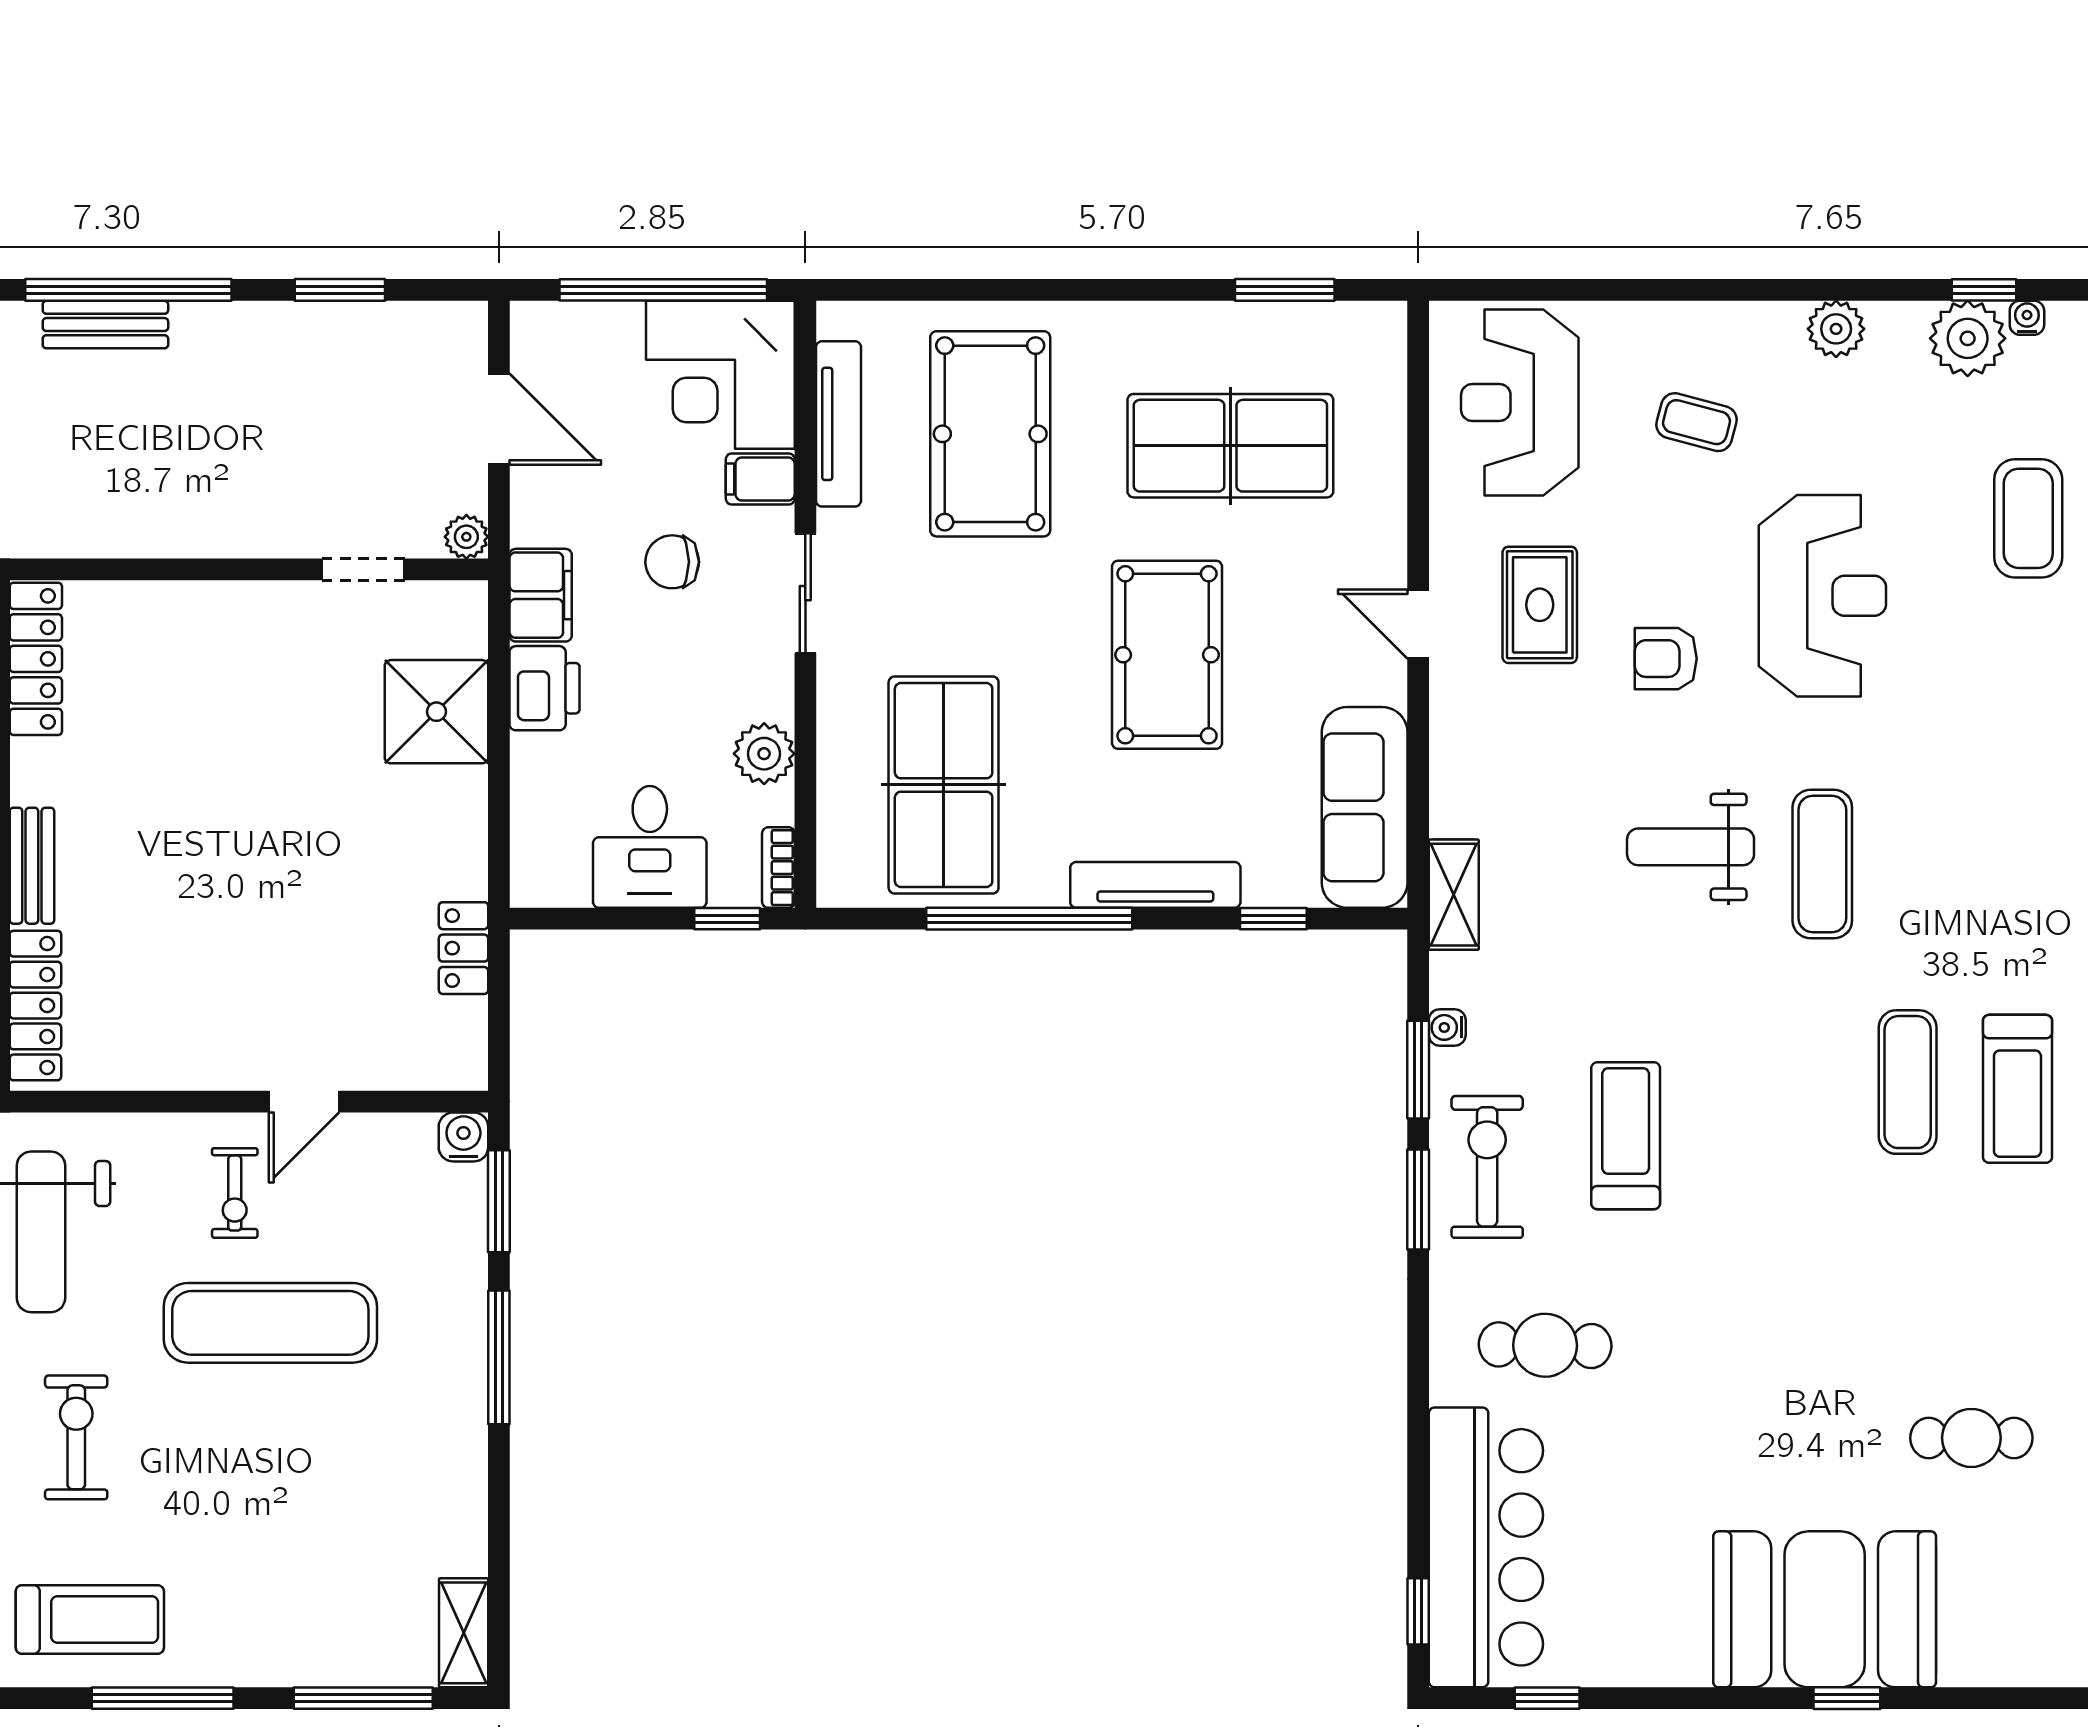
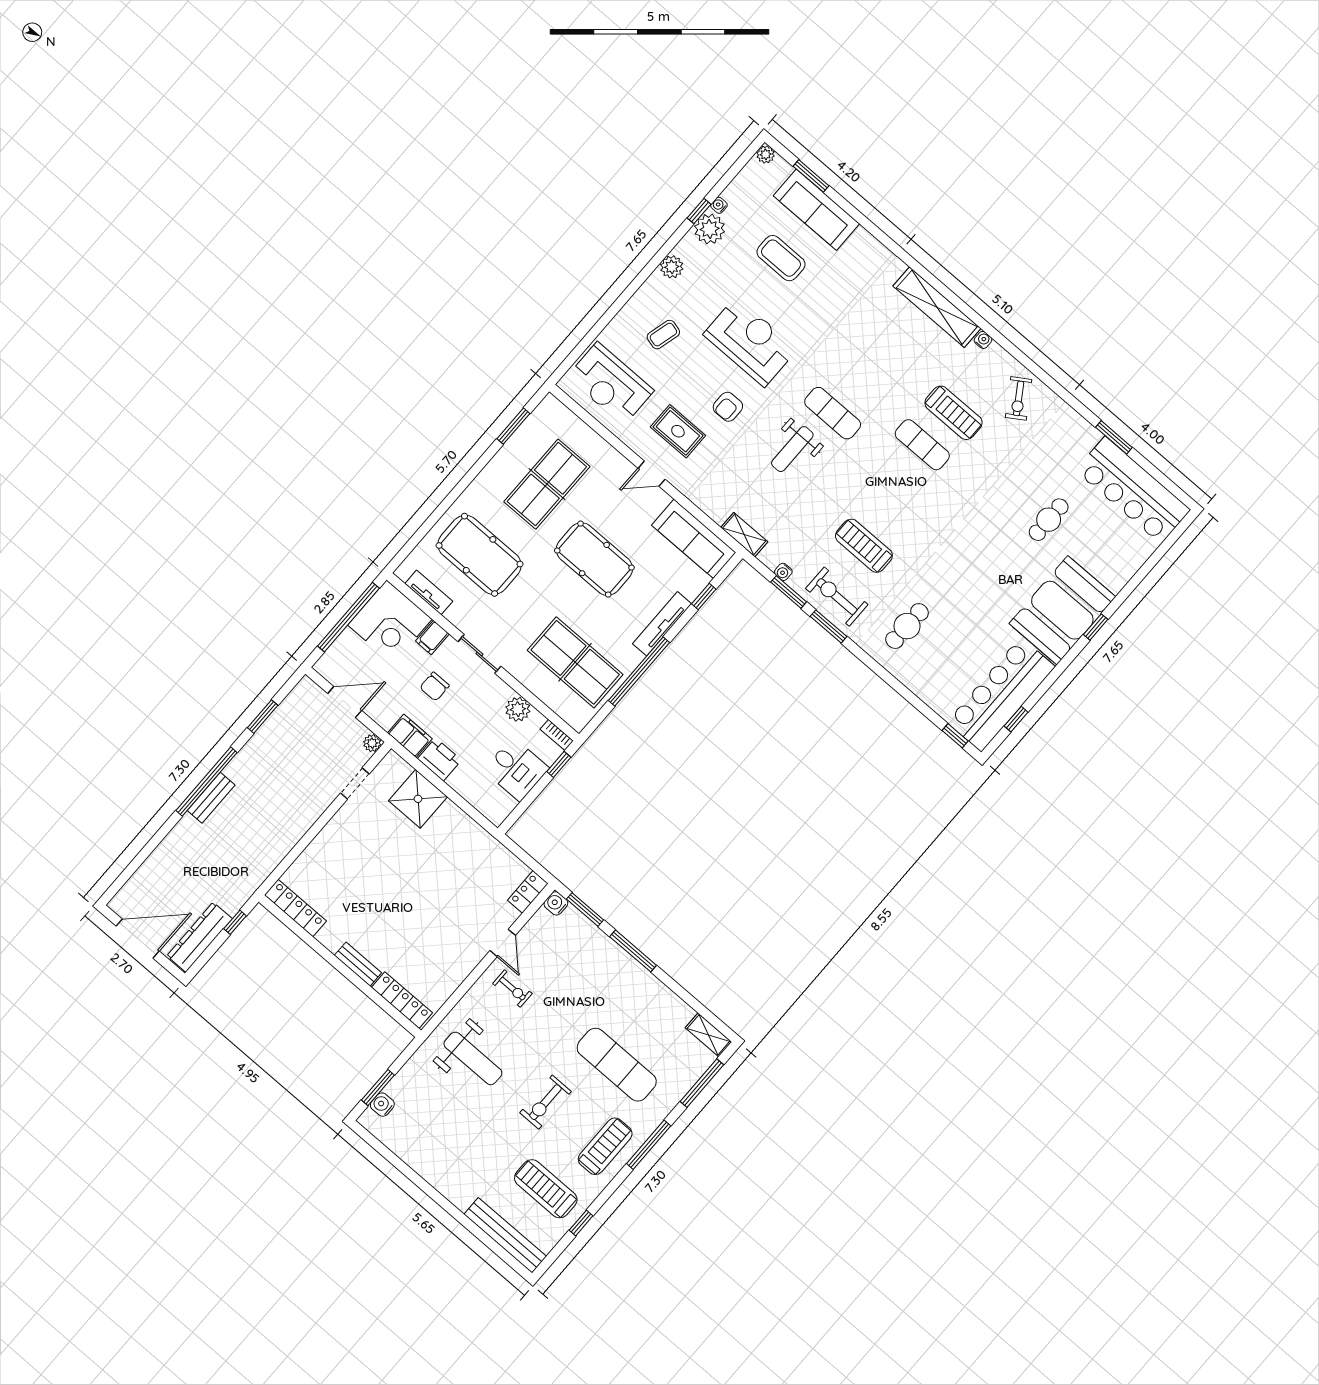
tv unit: (838, 424) -> (429, 592), width x0.71
locker: (464, 948) -> (528, 892), moved, turned 90
exercise mat: (270, 1323) -> (617, 1065), moved, turned 90
exercise bike: (76, 1437) -> (545, 1102), turned -90
bar counter: (1486, 1547) -> (1001, 694), moved, turned -90

